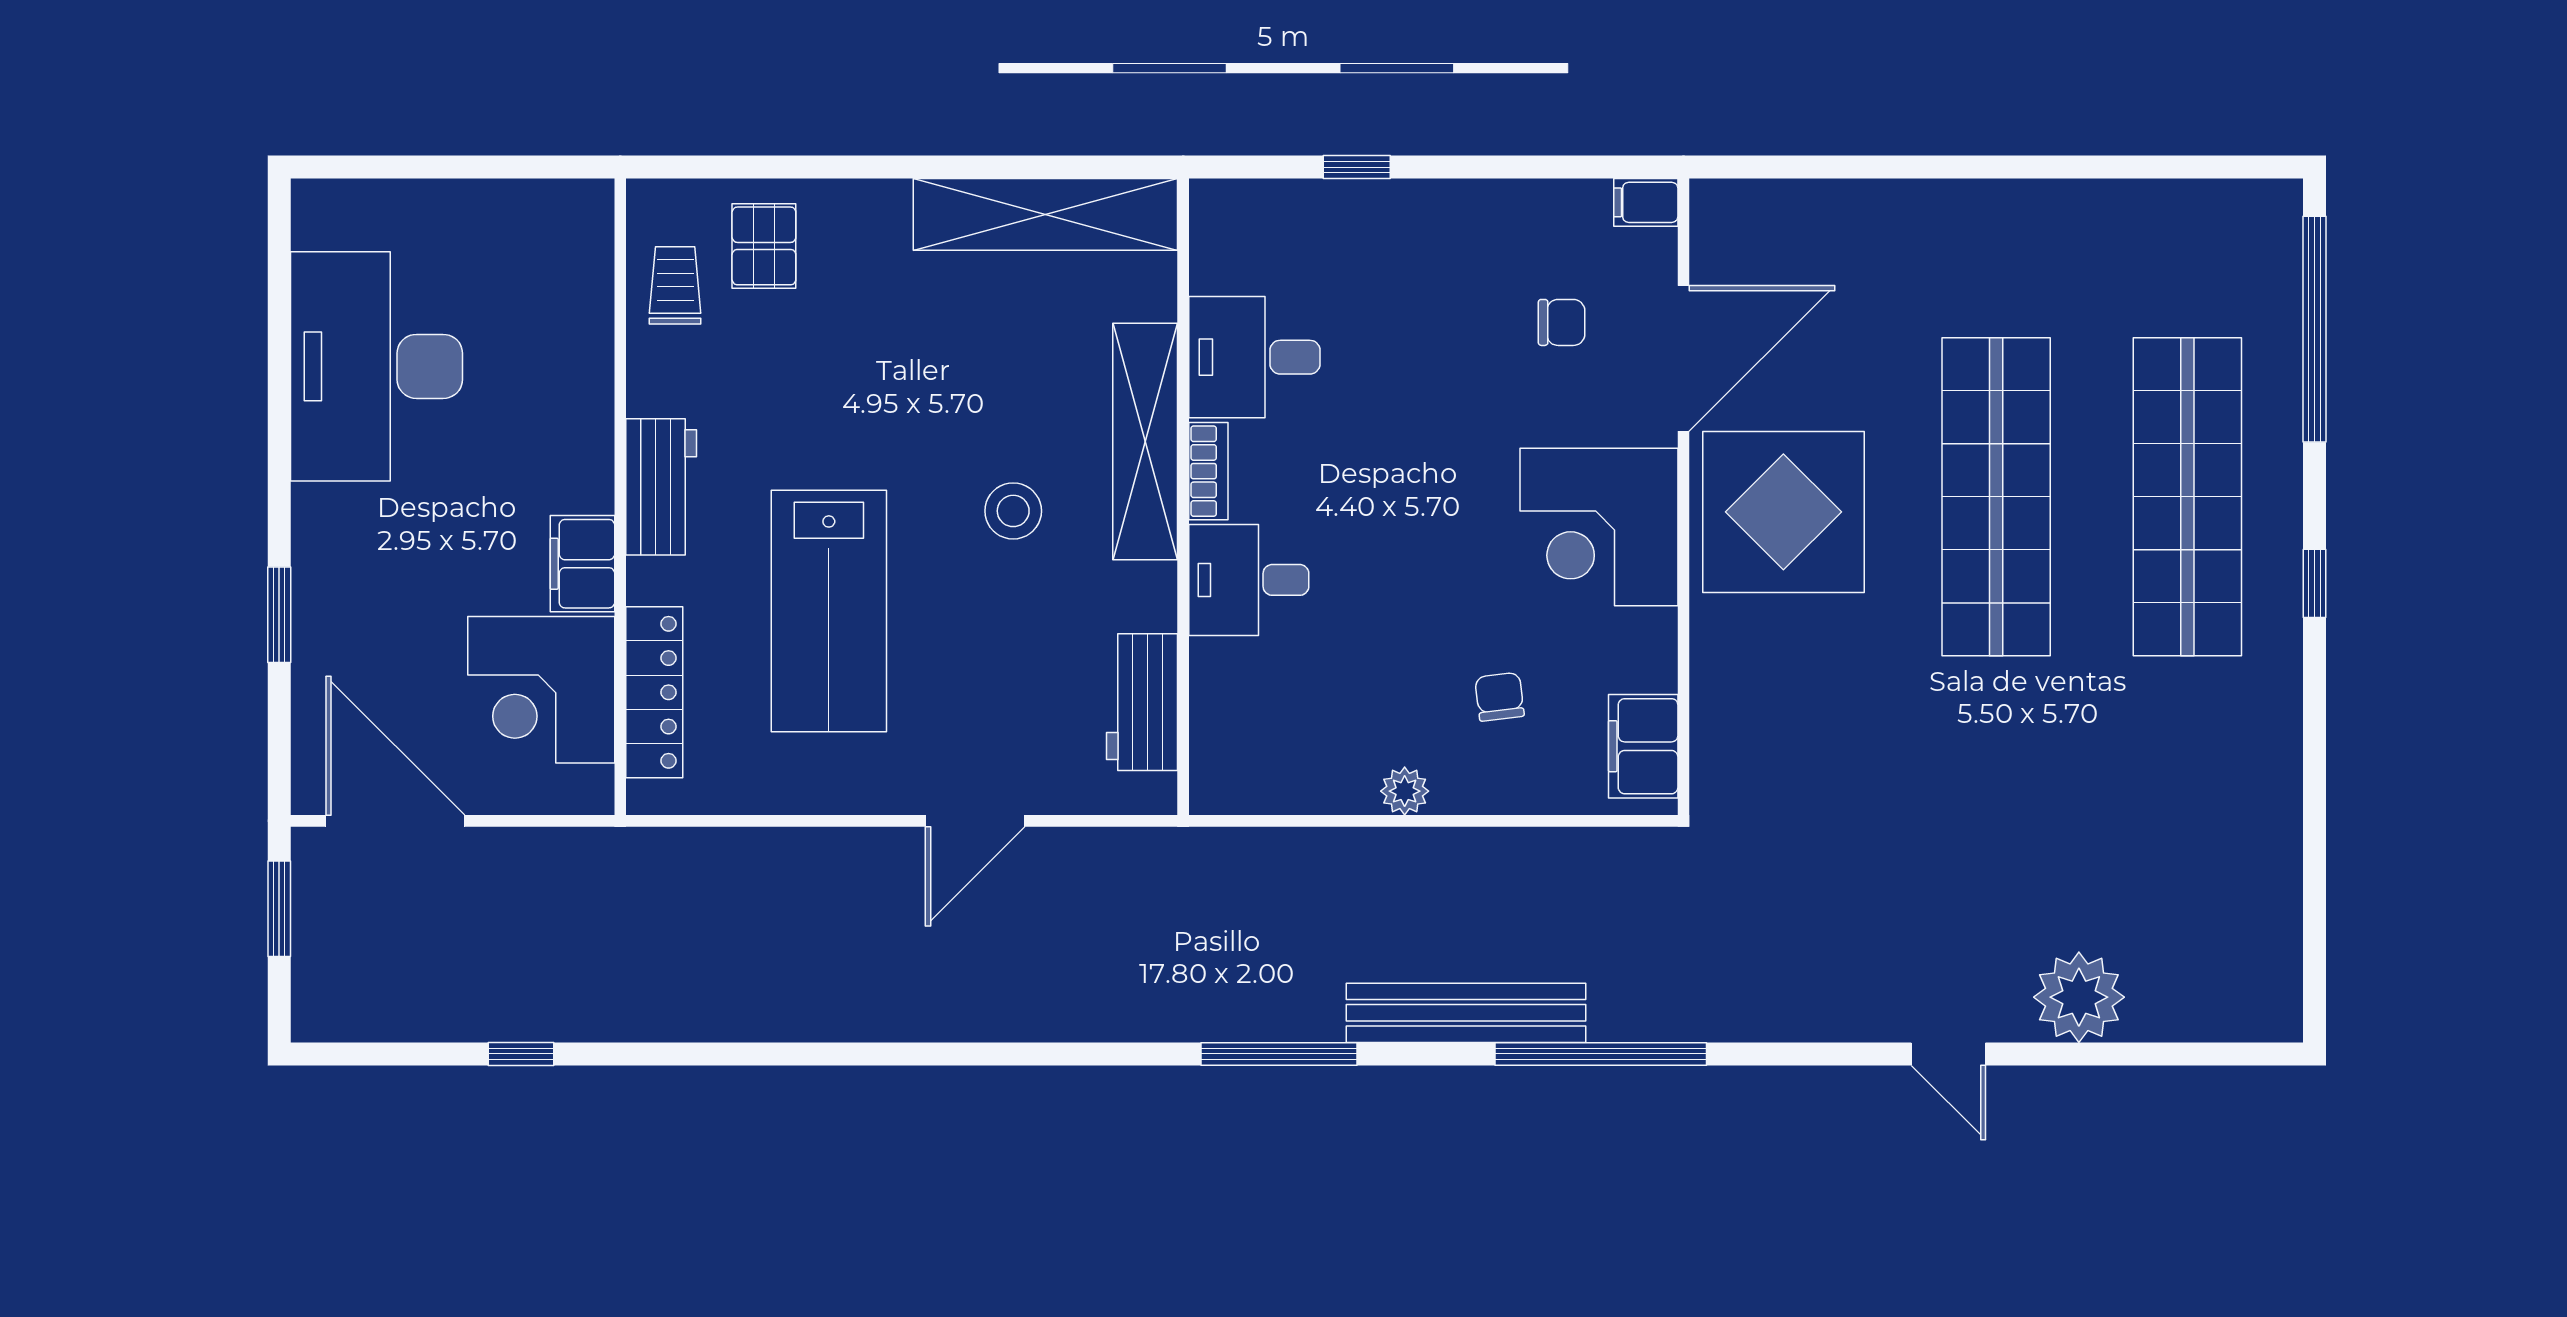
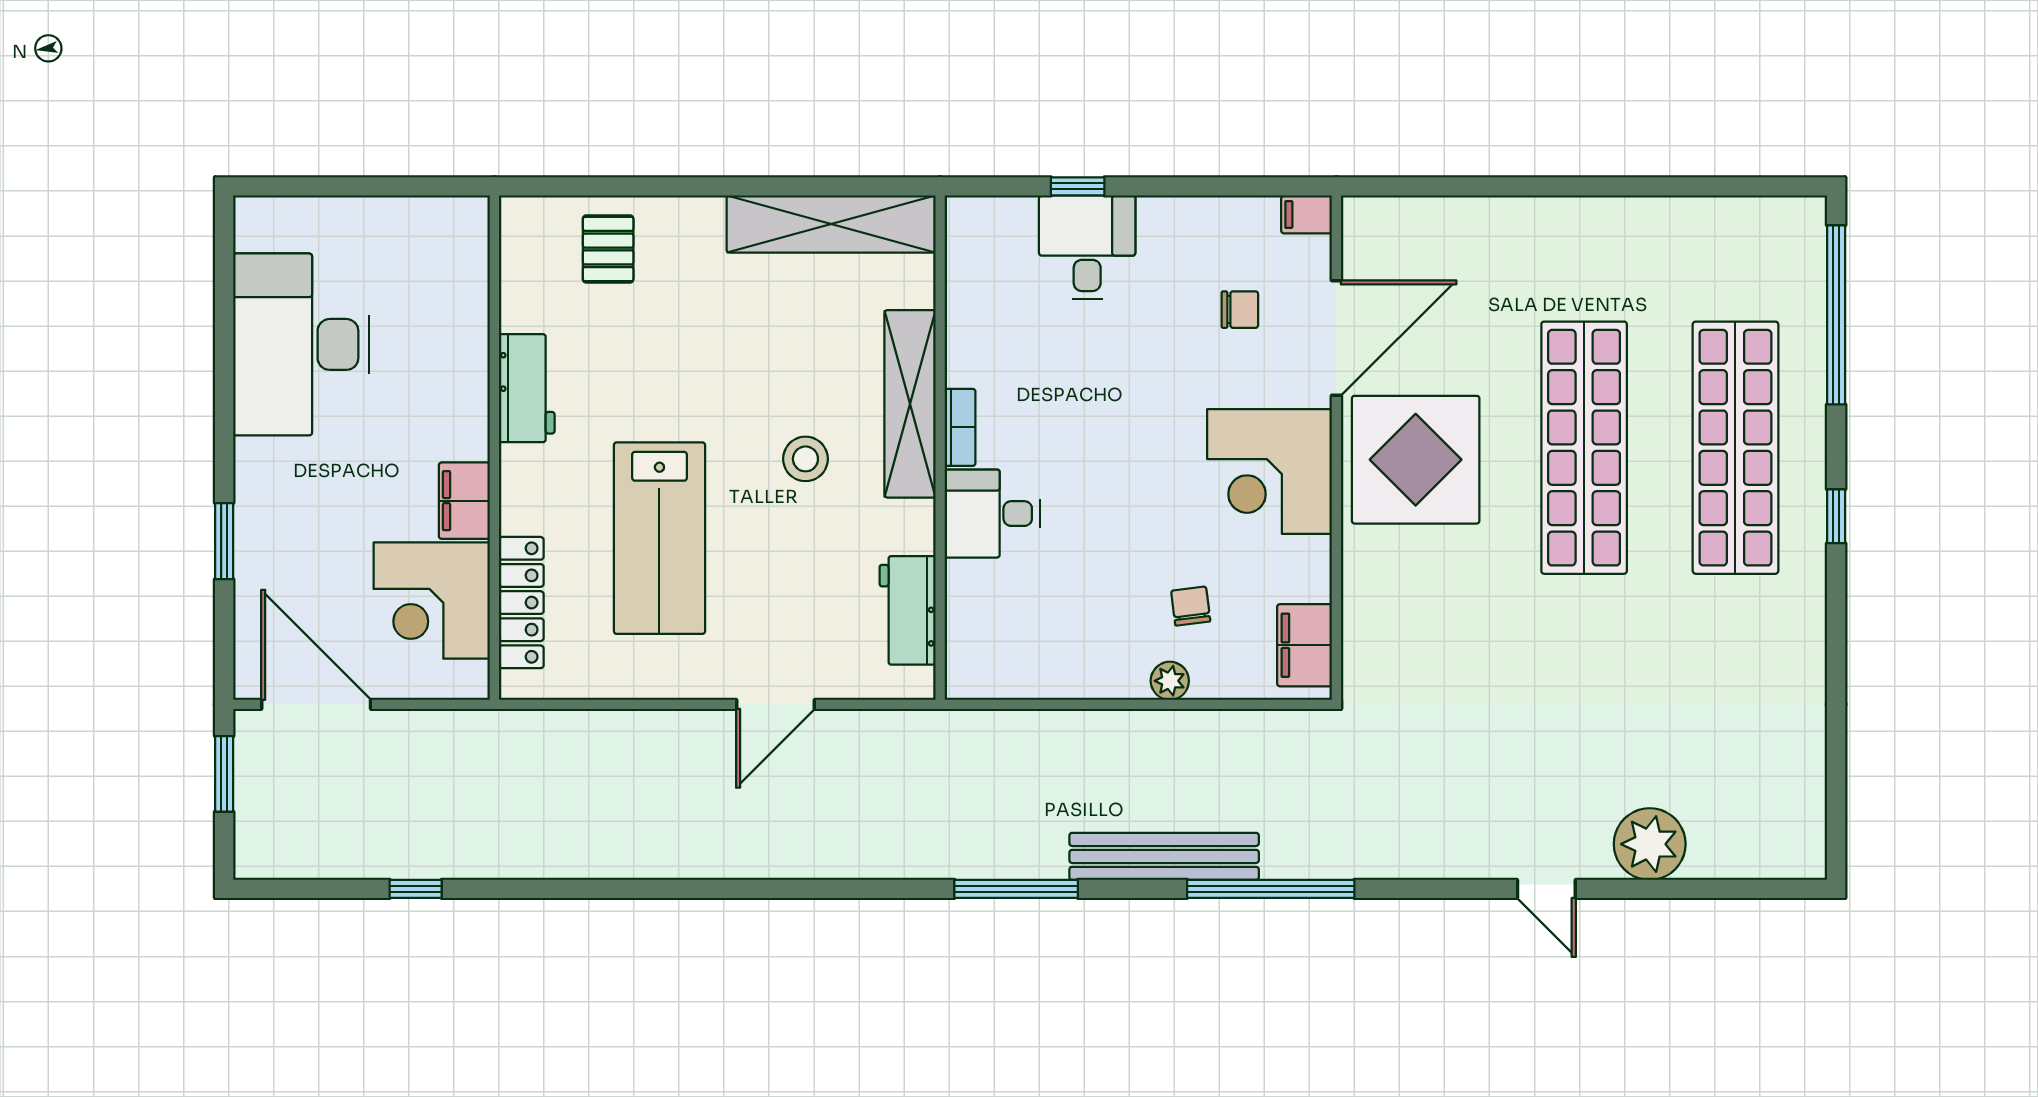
trolley: (675, 285) -> (538, 280), removed
desk: (1254, 357) -> (1087, 247), moved, turned 90
workbench: (661, 487) -> (527, 388), moved
plant: (1405, 791) -> (1170, 681), moved

